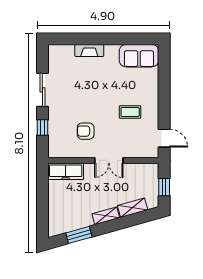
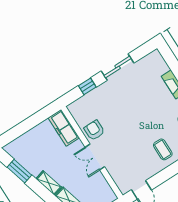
coffee table: (130, 112) -> (163, 149), moved
armchair: (86, 131) -> (94, 130), moved

